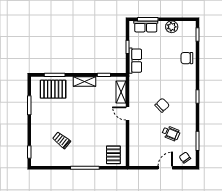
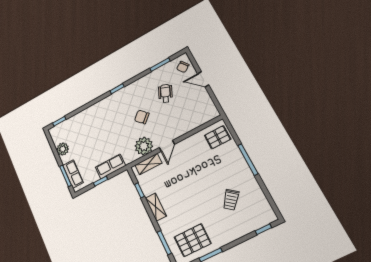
chair: (187, 58) -> (85, 119), removed
pallet: (53, 89) -> (193, 240), moved, turned 90
plant: (137, 95) -> (144, 146), added

